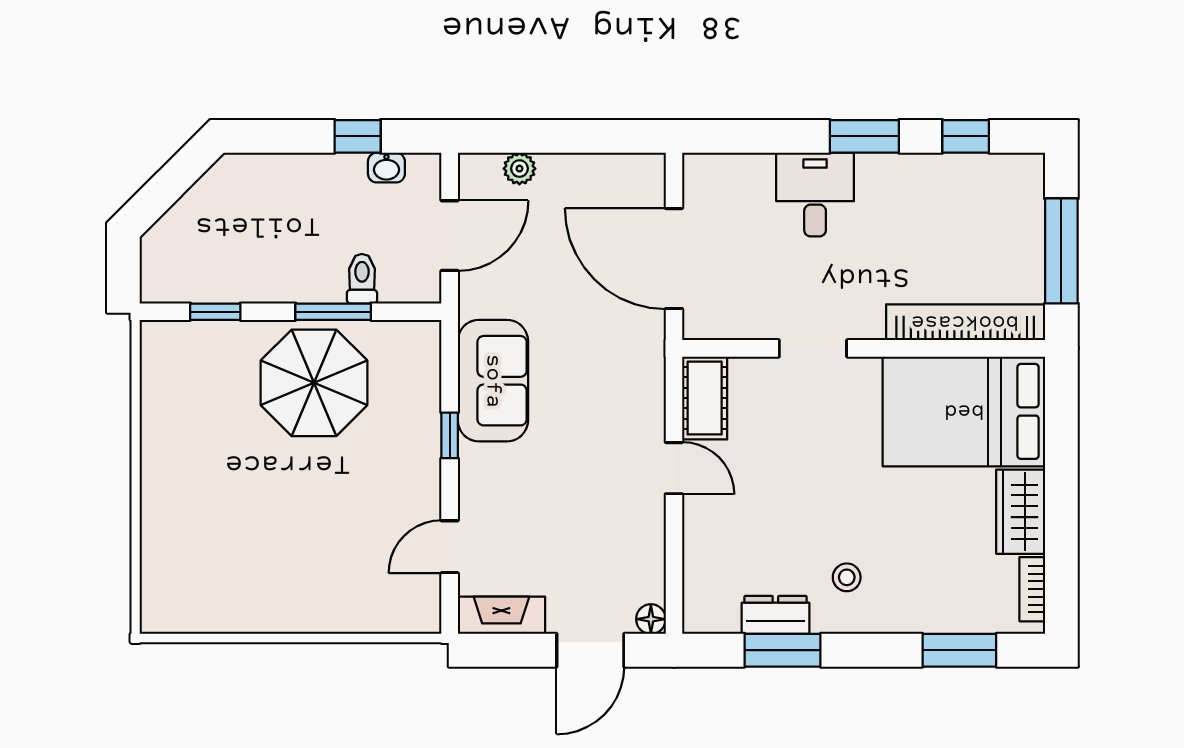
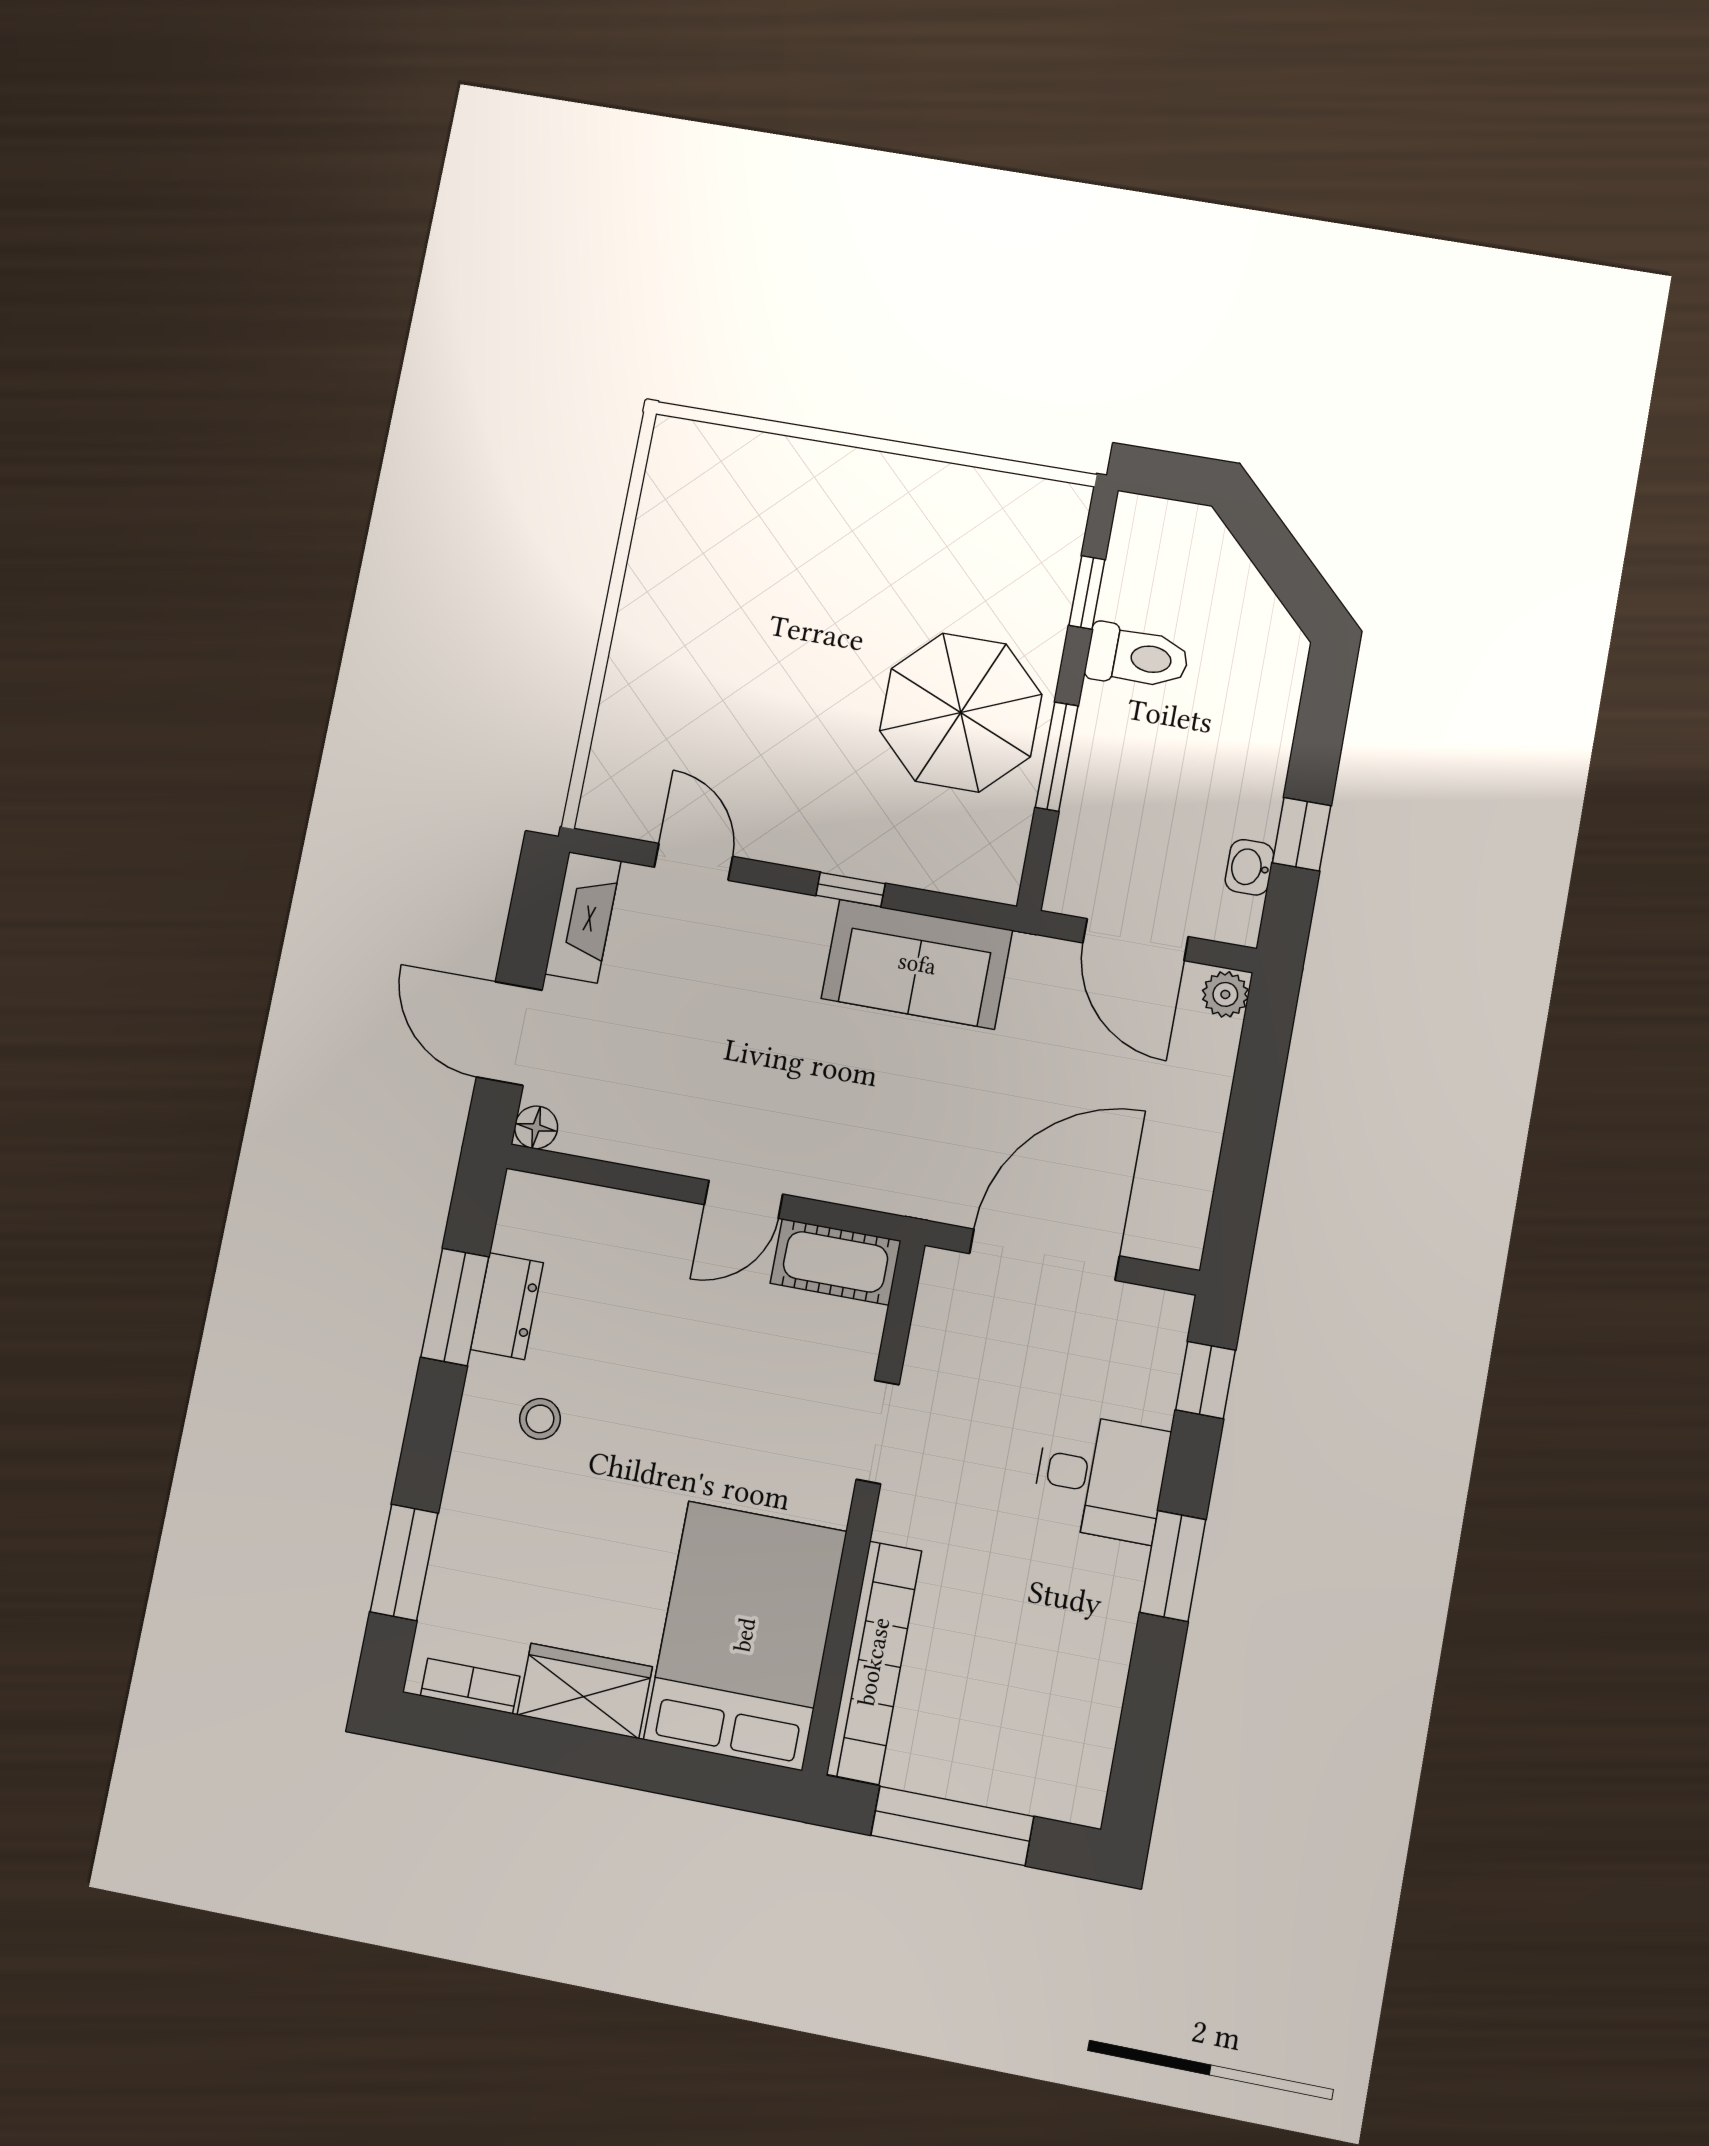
window: (966, 136) -> (1205, 1380), moved
plant: (519, 169) -> (1225, 994), moved
toilet: (362, 279) -> (1137, 657), moved, width x1.37, depth x1.39

